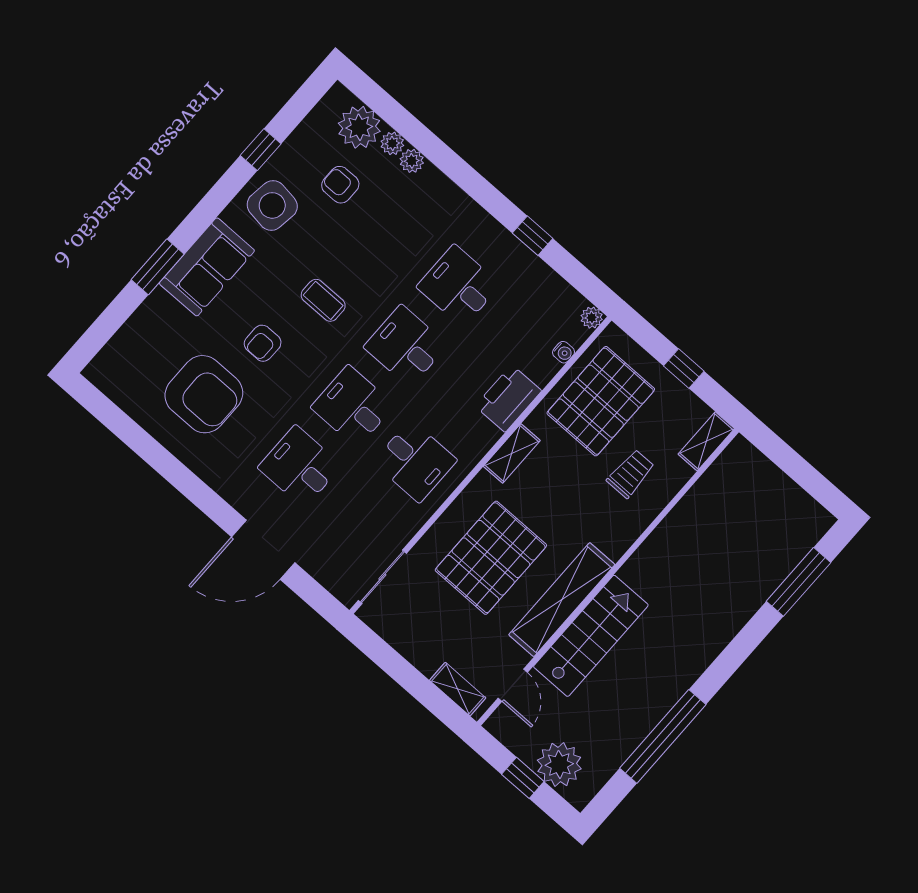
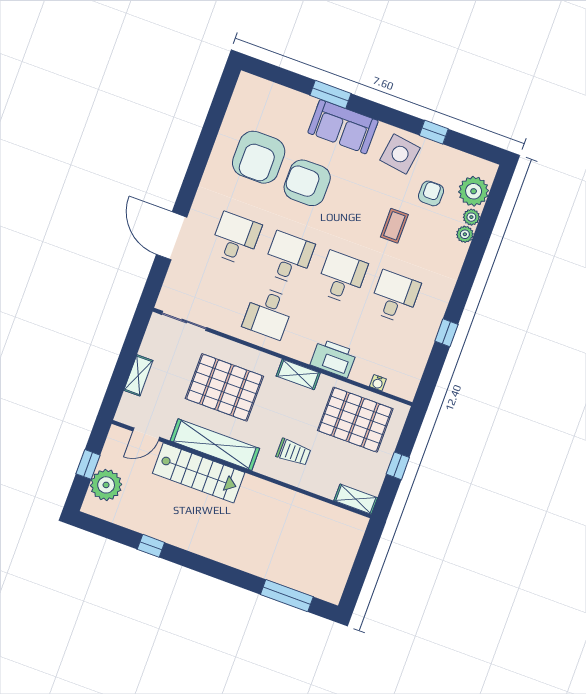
coffee table: (323, 300) -> (394, 226), moved
plant: (592, 318) -> (408, 392), removed
armchair: (263, 343) -> (307, 183), width x1.88, depth x1.88
trolley: (631, 474) -> (293, 452), moved
shelving: (458, 689) -> (138, 375), moved
window: (663, 736) -> (151, 546), width x0.32

